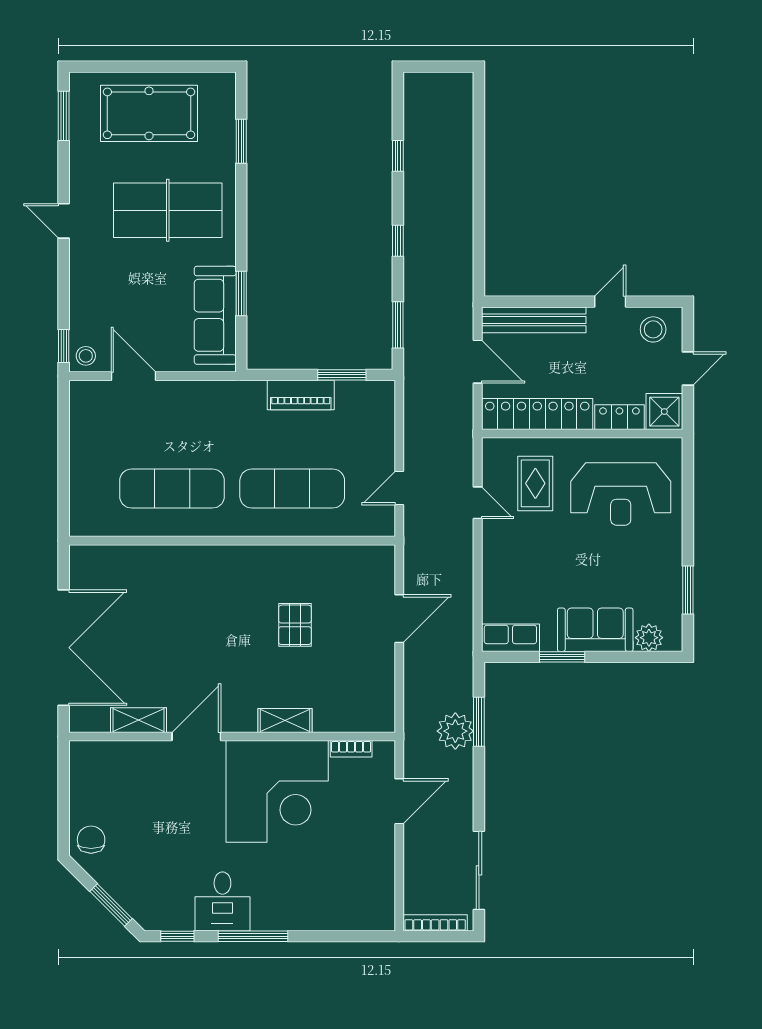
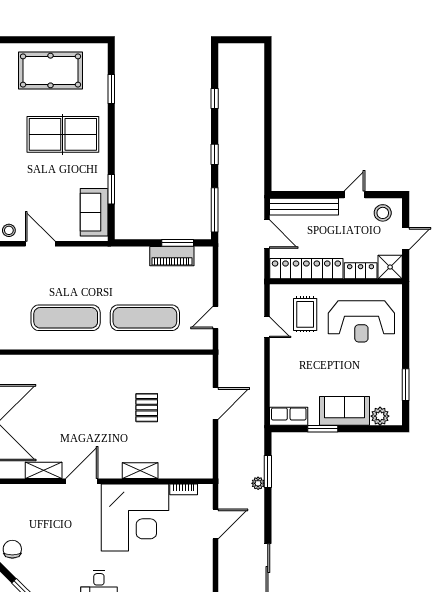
sofa: (215, 315) -> (94, 212), width x0.73
window: (398, 325) -> (215, 210), width x1.44
piano: (301, 395) -> (172, 256), moved
plant: (455, 731) -> (258, 483), width x0.53, depth x0.53

